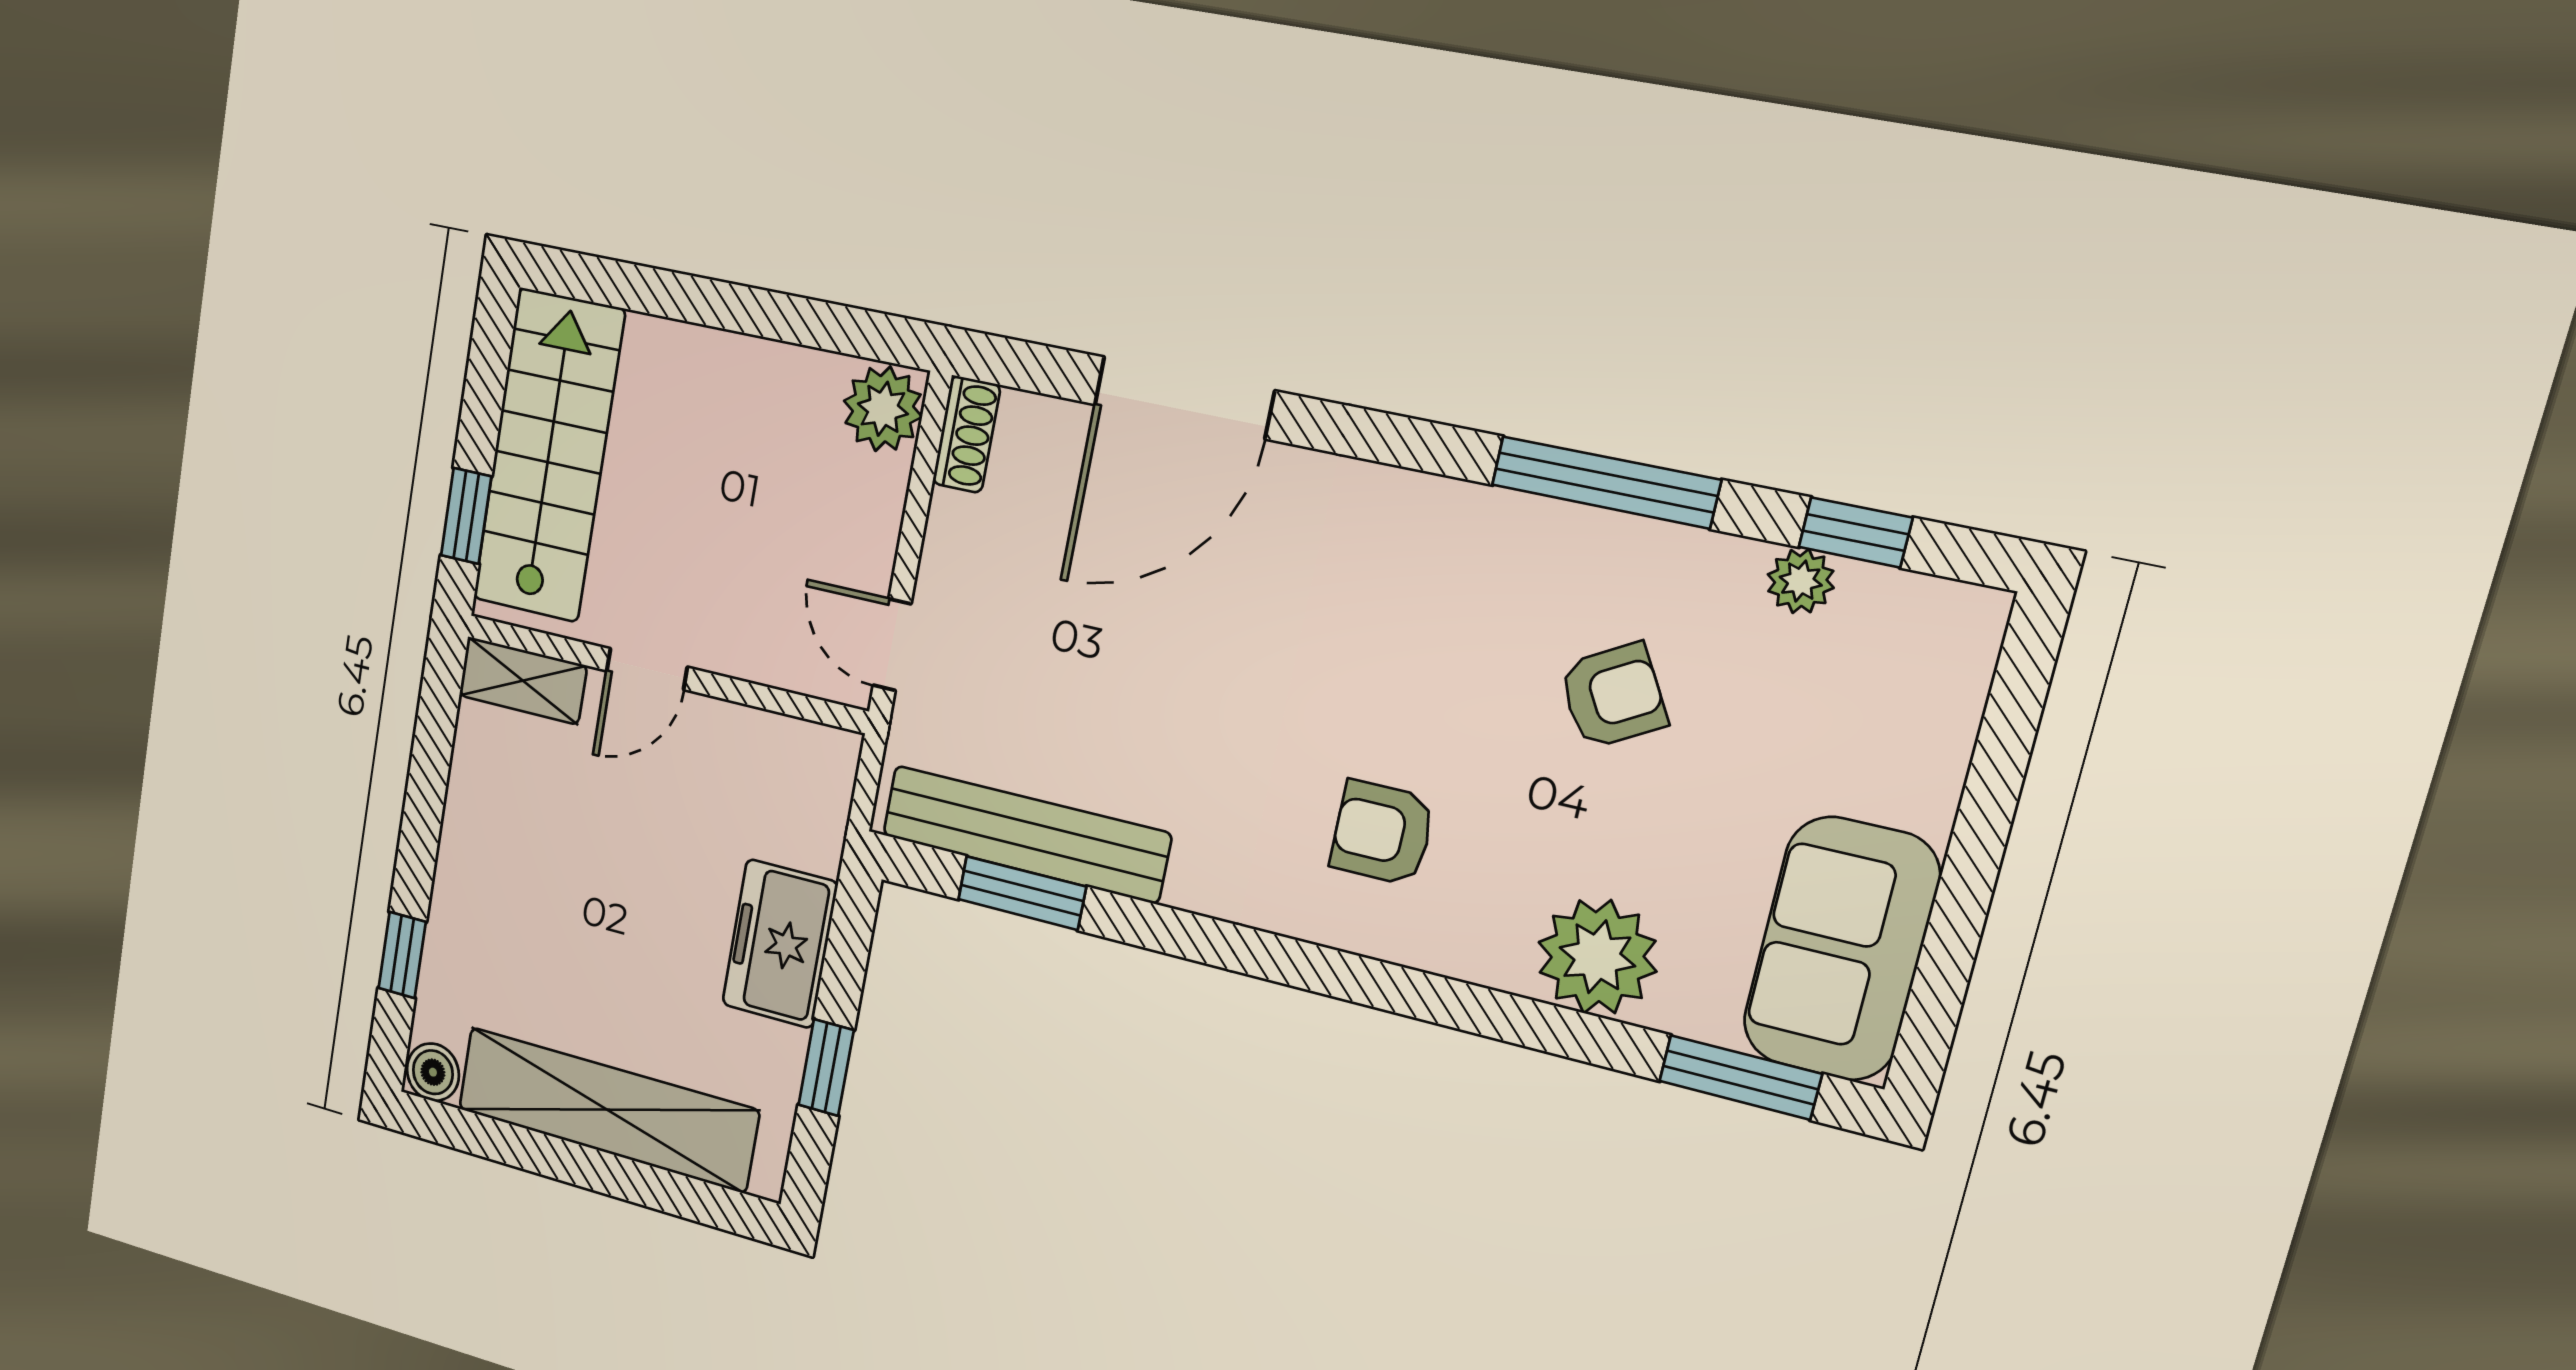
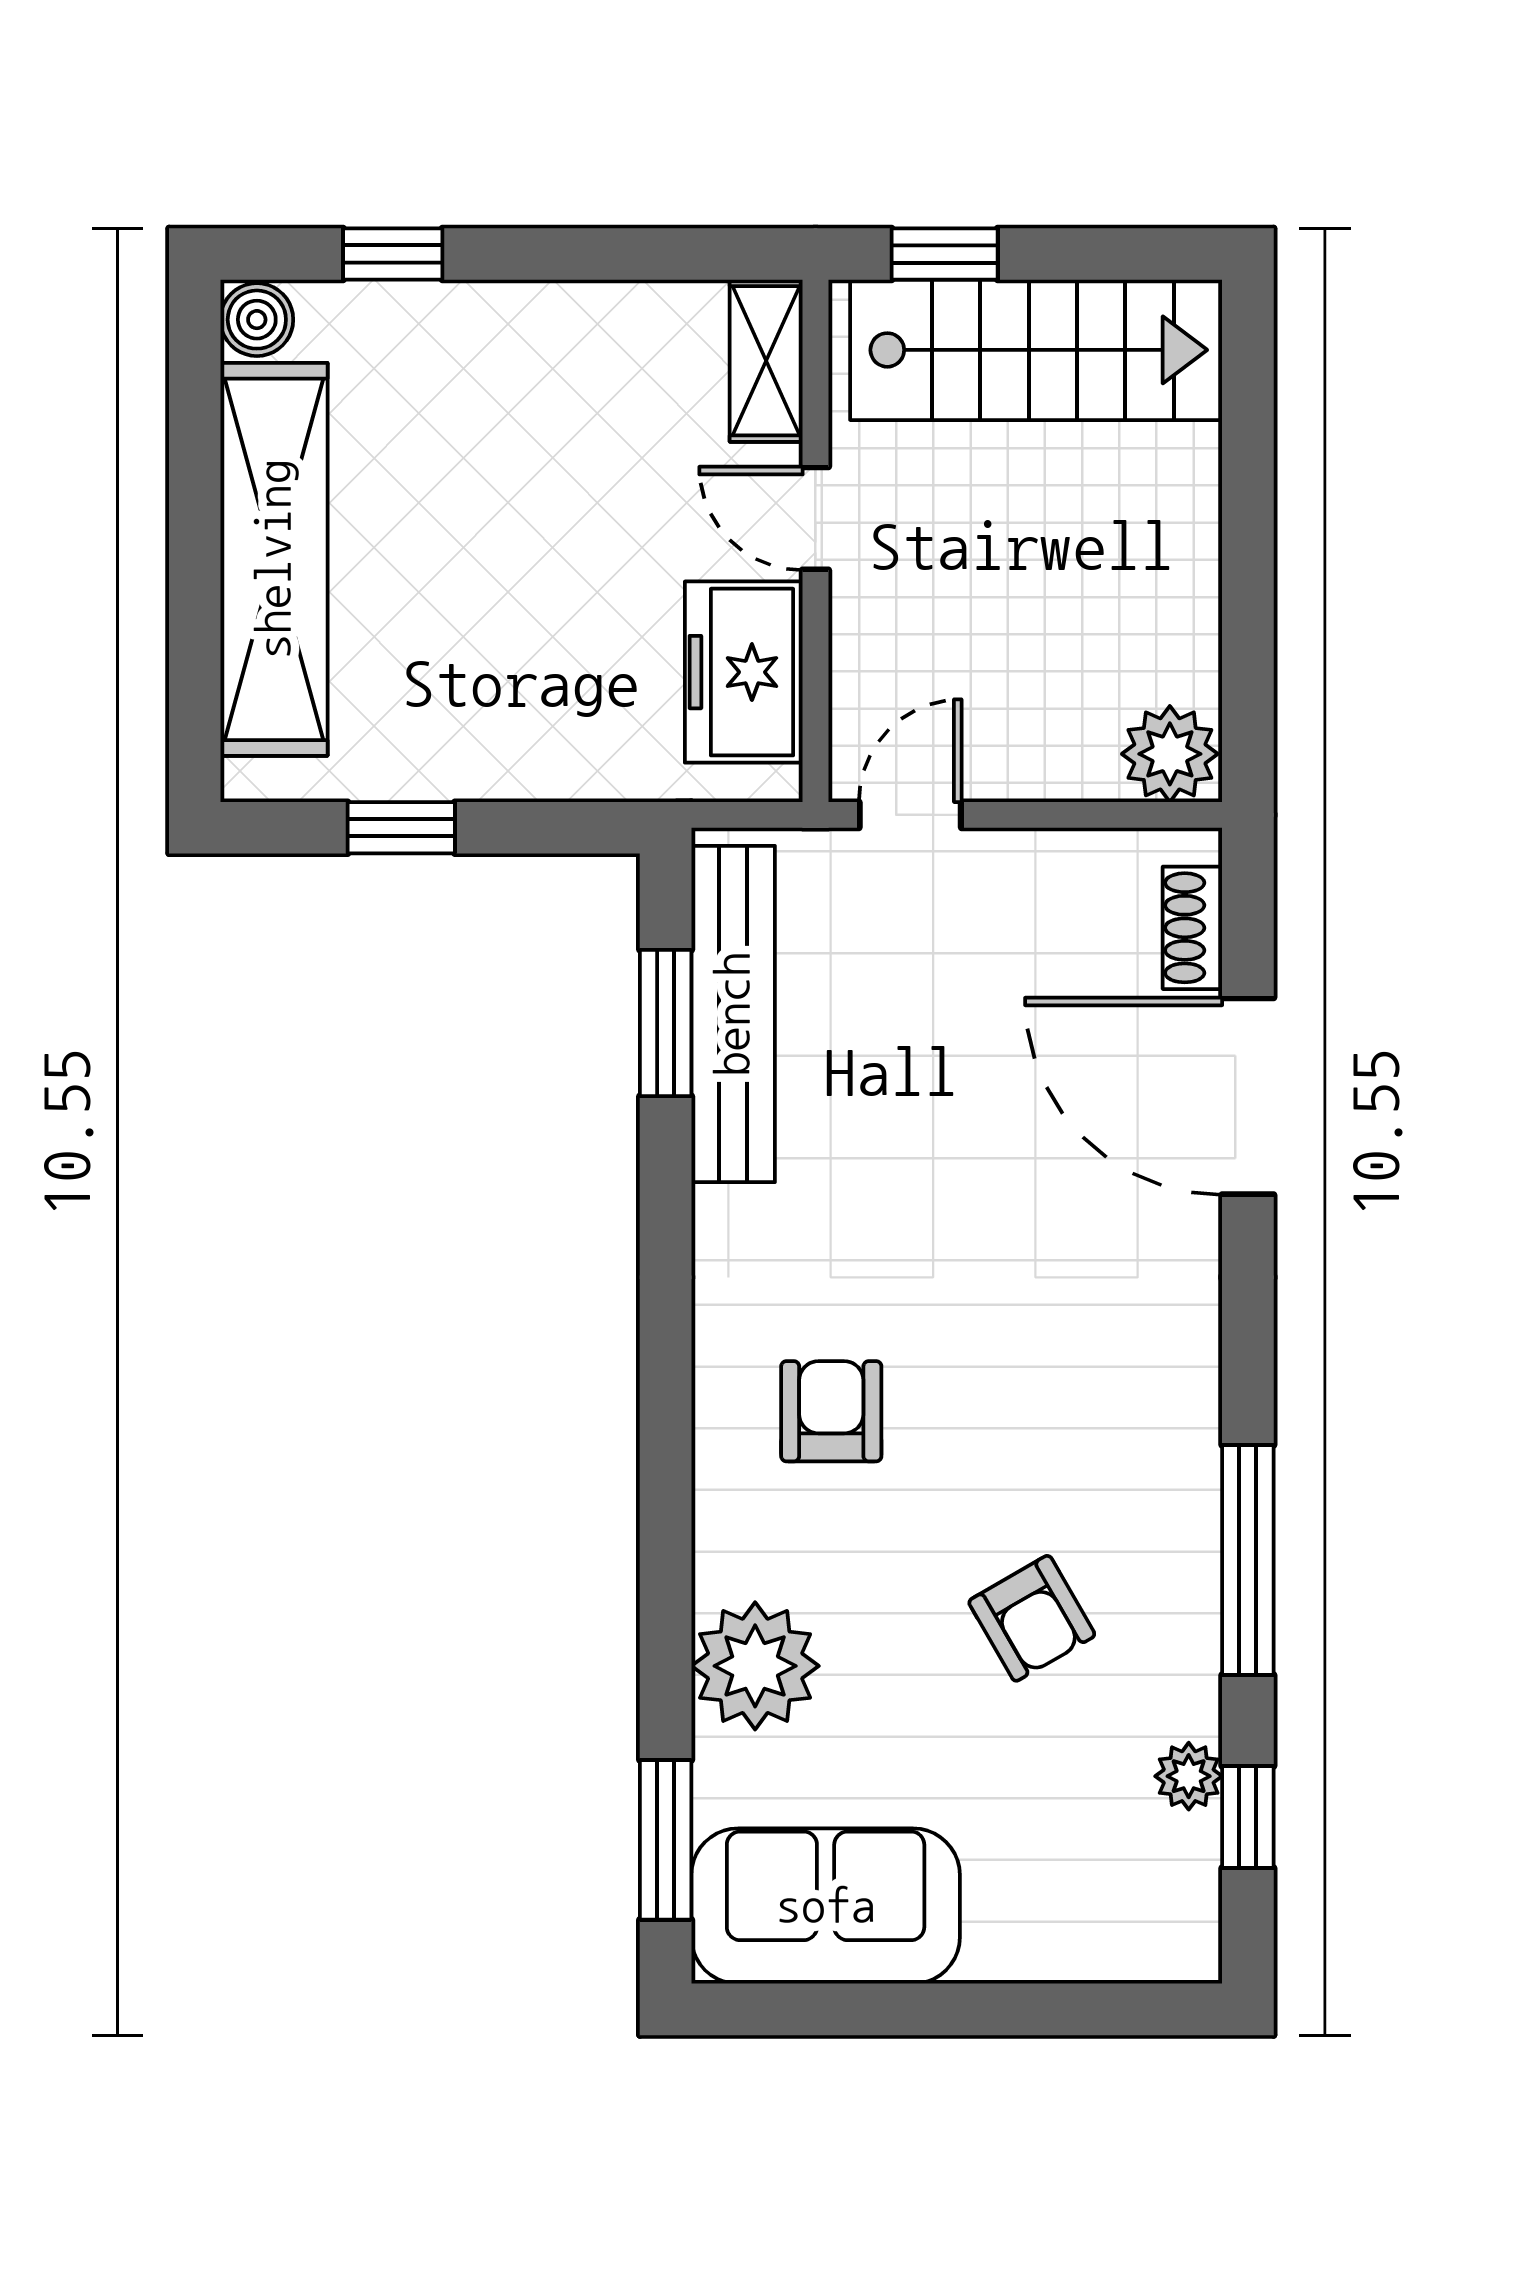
shoe rack: (966, 434) -> (1192, 928), moved, turned 90
freezer: (780, 944) -> (744, 672), moved, turned -90

